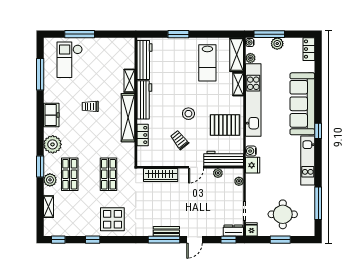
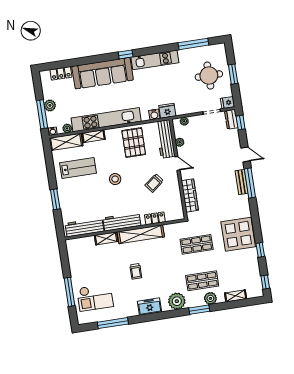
locker: (309, 49) -> (61, 73), moved
stool: (188, 114) -> (115, 179), moved
display table: (112, 219) -> (238, 234), width x1.36, depth x1.36

